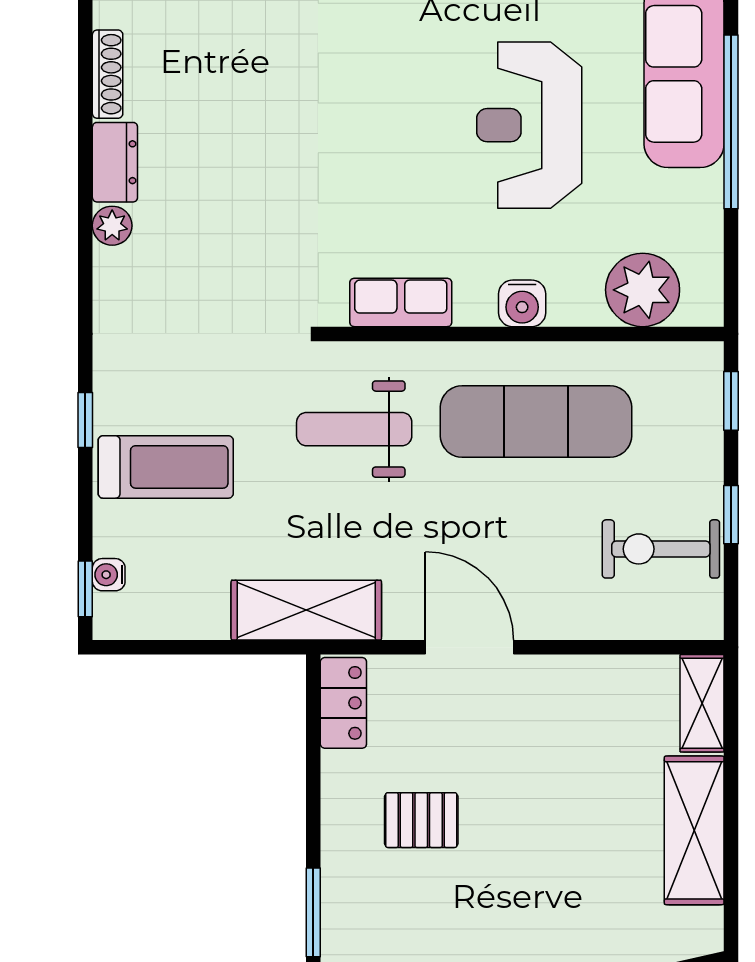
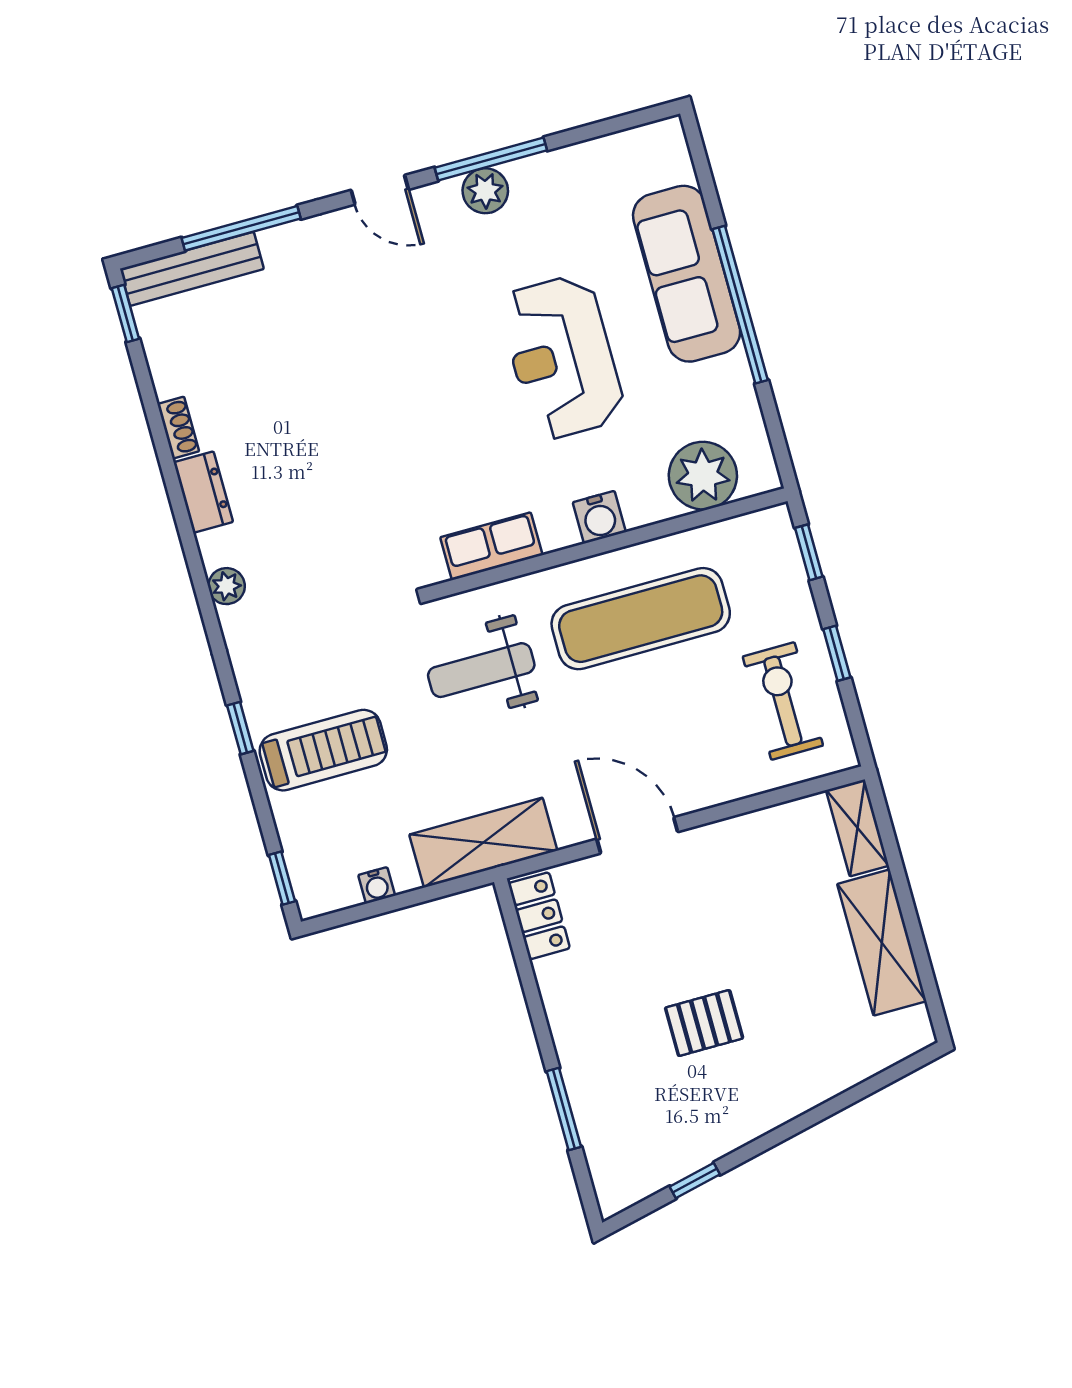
shoe rack: (108, 74) -> (178, 428), width x0.70
plant: (112, 226) -> (227, 586), moved
exercise bike: (661, 549) -> (783, 701), turned 90
water cooler: (109, 575) -> (377, 885), moved, turned -90
pallet: (421, 820) -> (704, 1023), moved

